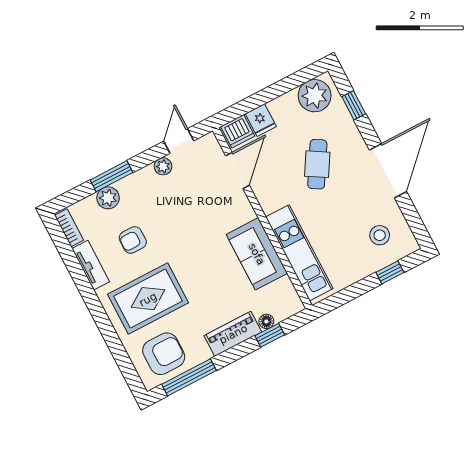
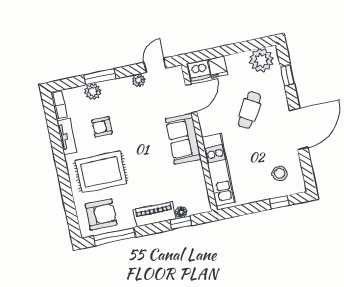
sofa: (257, 254) -> (183, 139), moved

